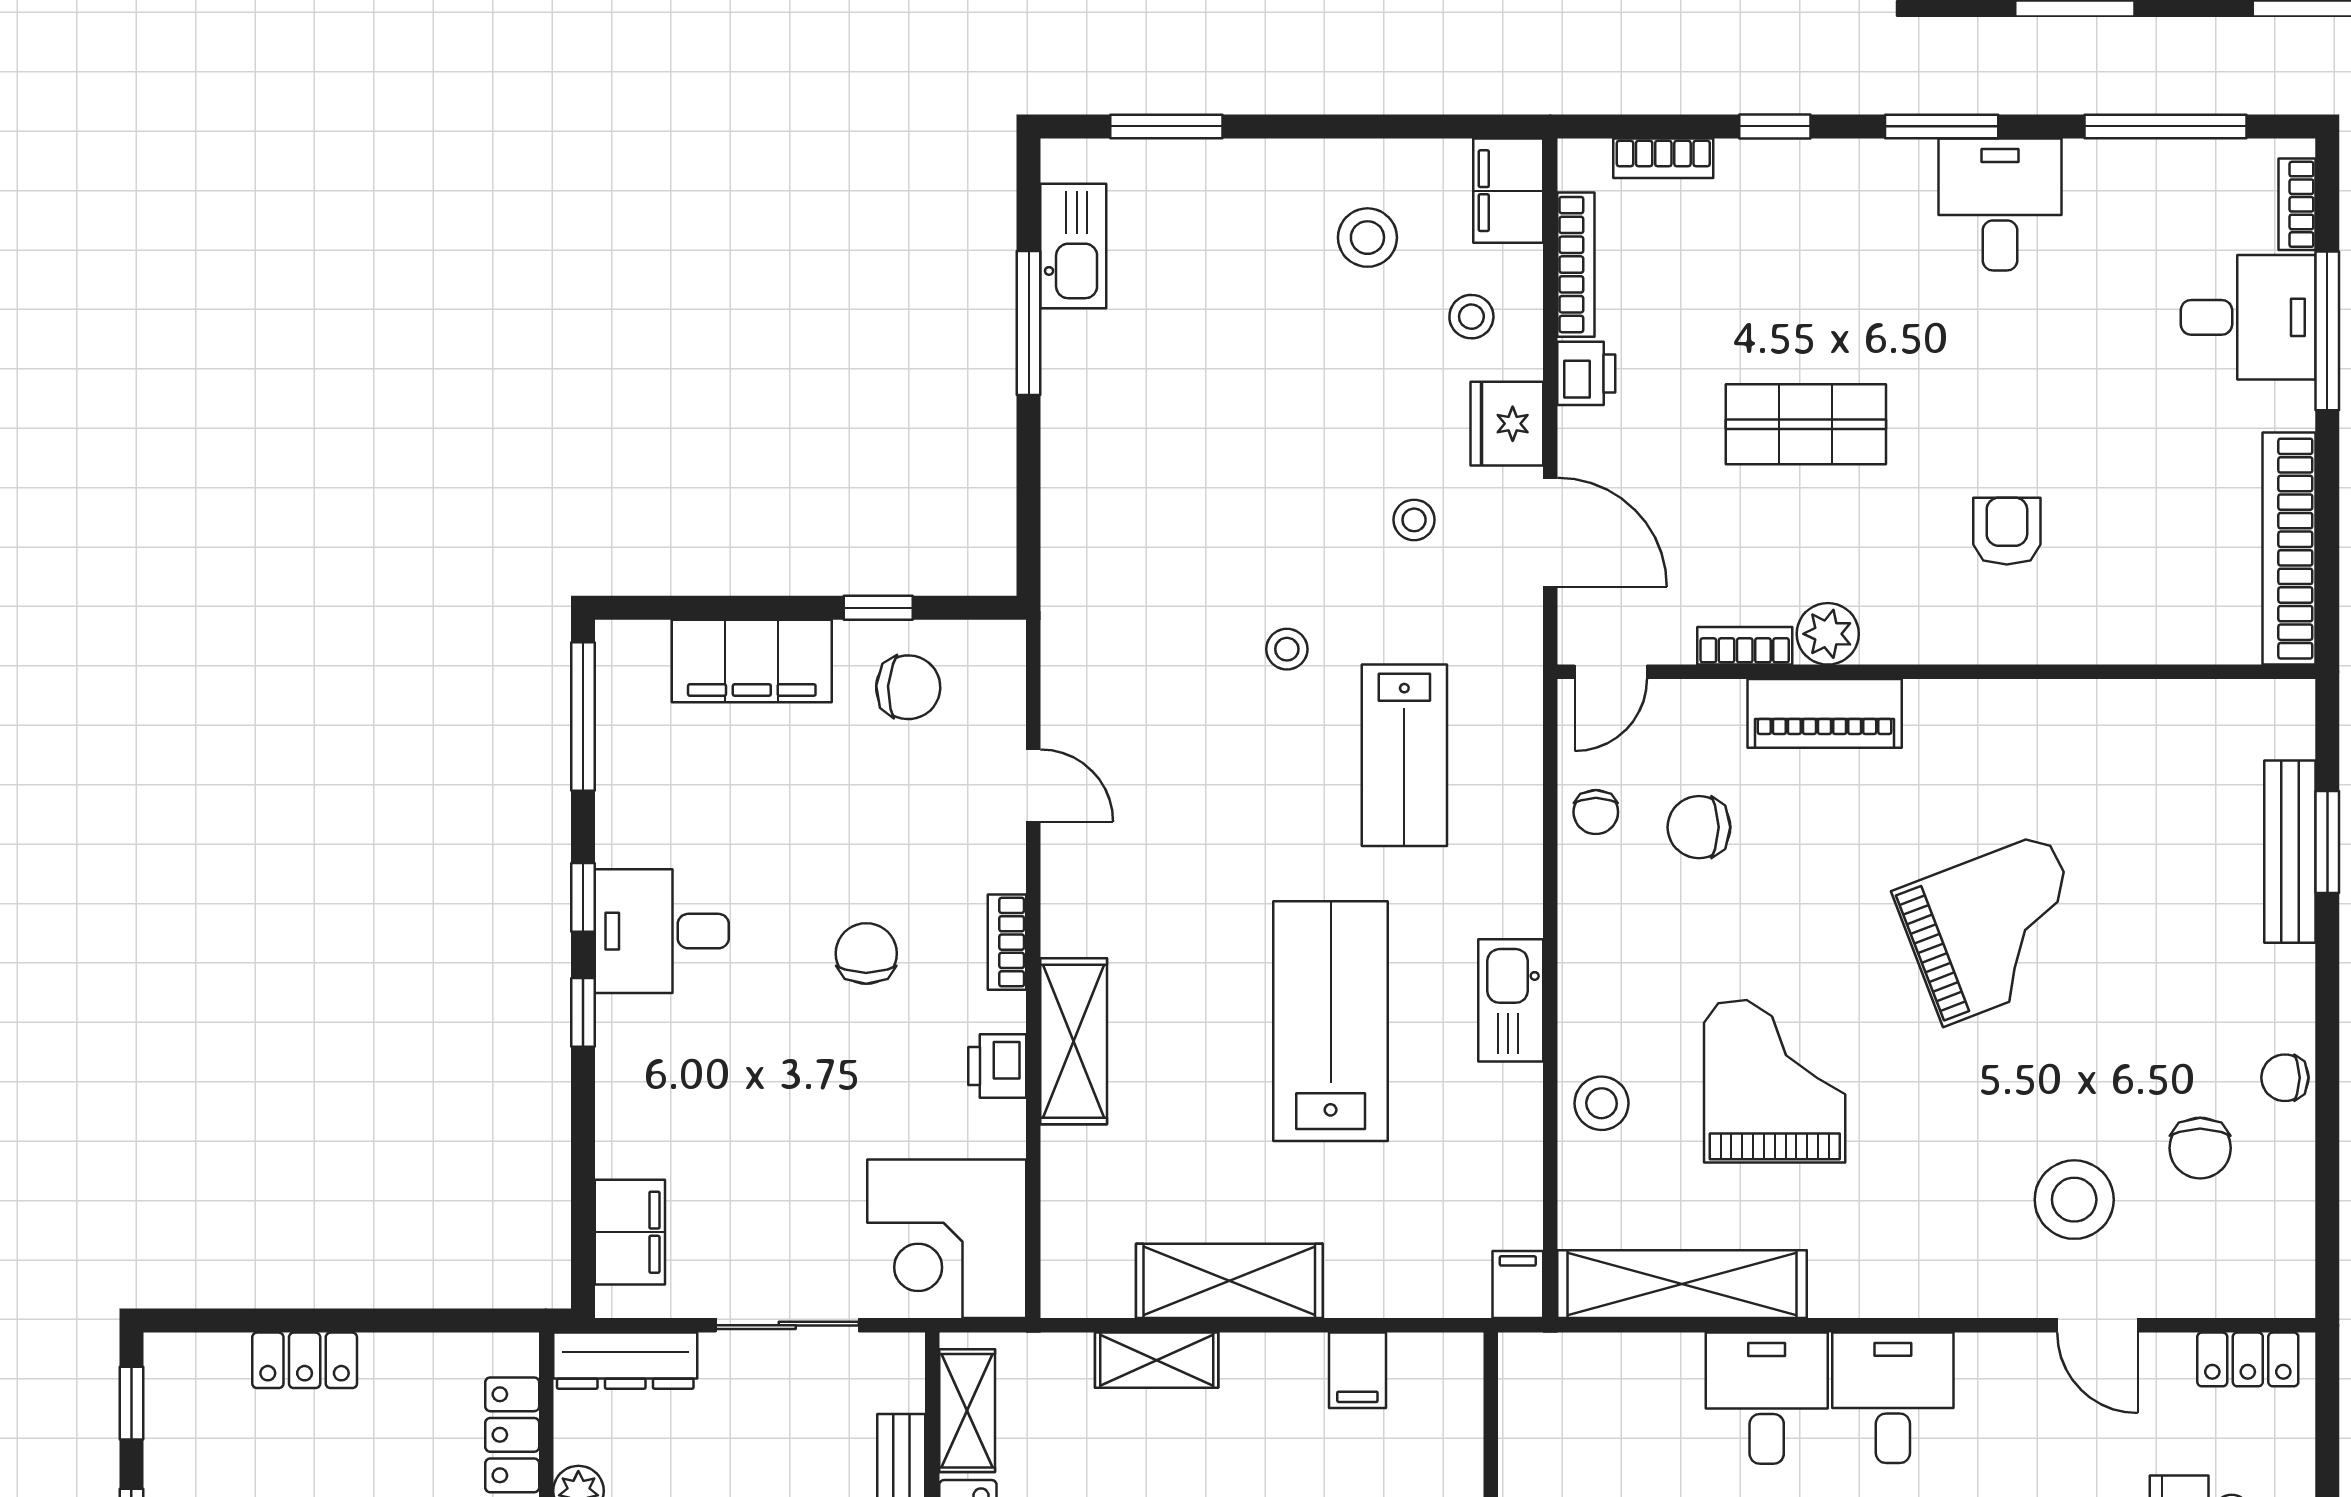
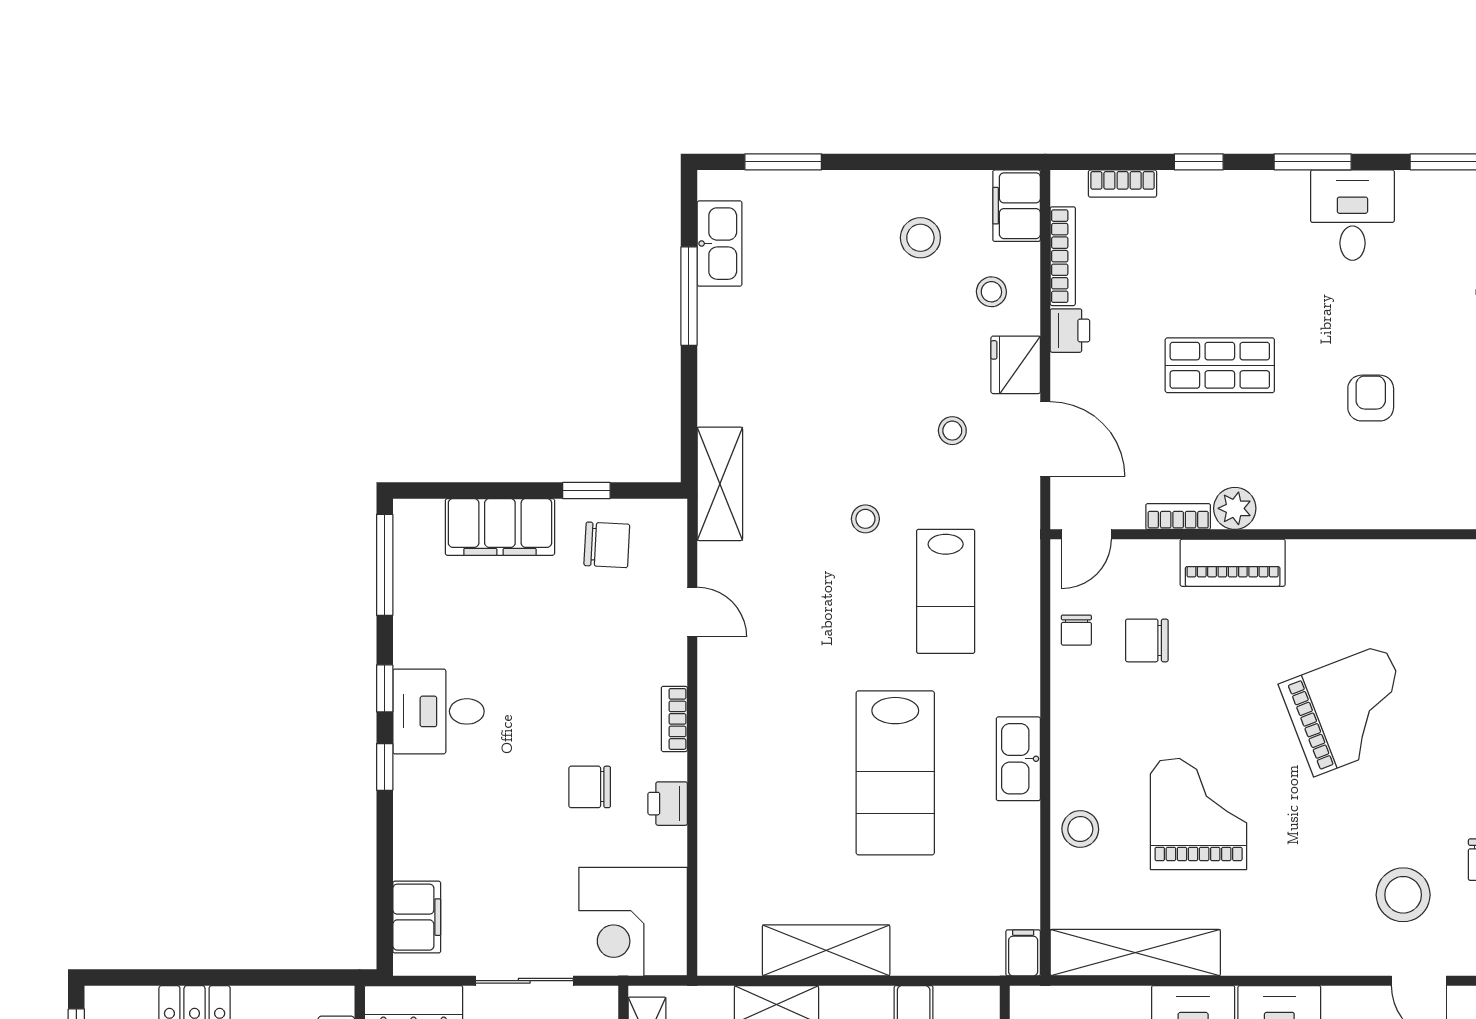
armchair: (2007, 531) -> (1371, 398), moved
chair: (866, 953) -> (590, 787), moved, turned -90
lab bench: (1331, 1021) -> (895, 773), turned 180
shelving: (1074, 1041) -> (720, 484), moved

